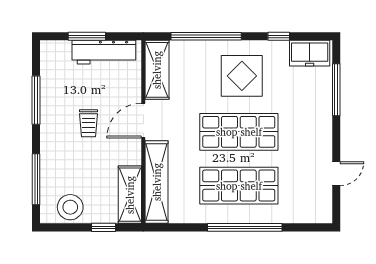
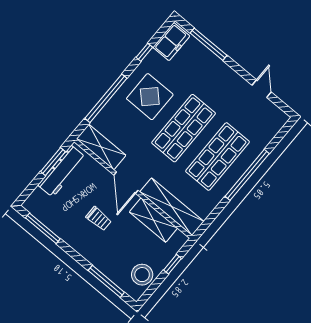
window: (87, 36) -> (53, 162), moved
window: (36, 100) -> (43, 228), moved
shelving: (130, 195) -> (153, 220), moved

